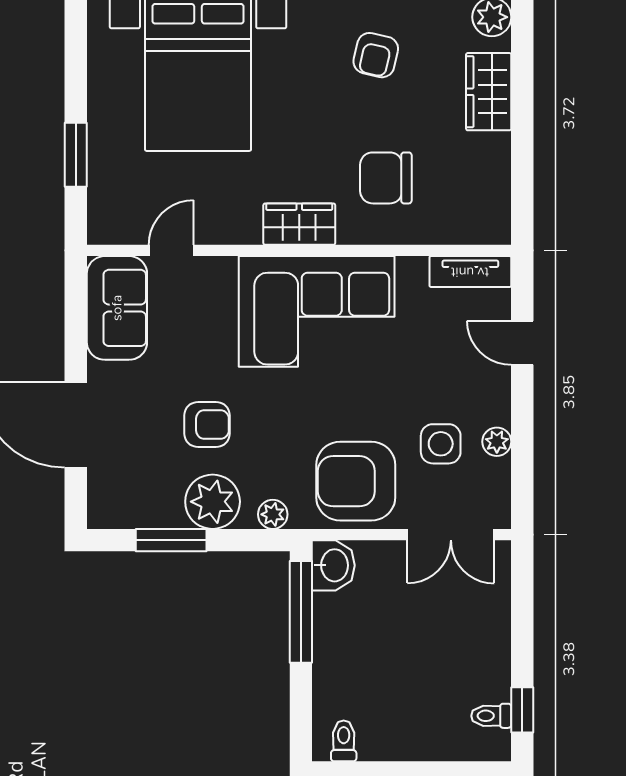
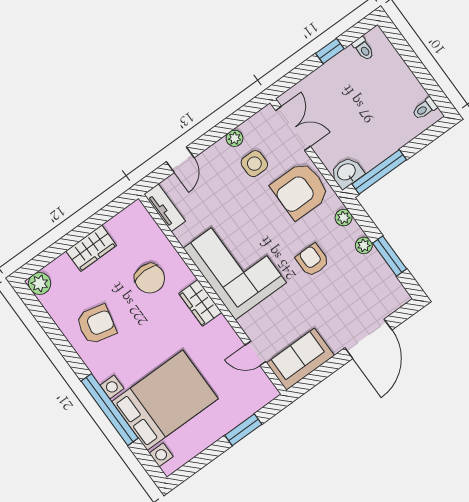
armchair: (376, 55) -> (96, 324), width x1.38, depth x1.38
wardrobe: (489, 92) -> (91, 248), moved
armchair: (207, 424) -> (312, 260), moved
armchair: (356, 481) -> (300, 190), turned 90
plant: (213, 502) -> (364, 245), width x0.53, depth x0.53
window: (522, 710) -> (330, 51), moved

